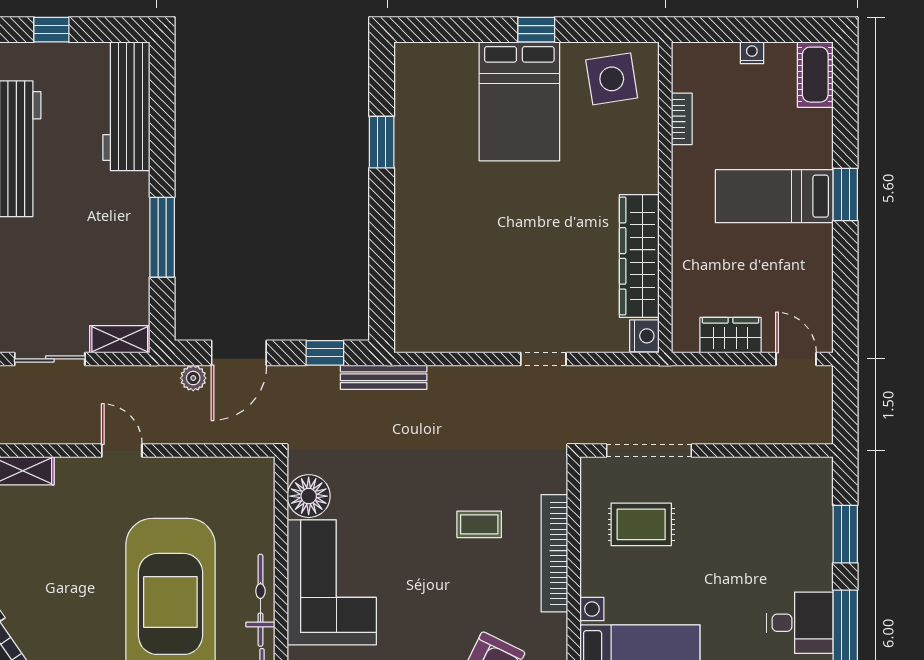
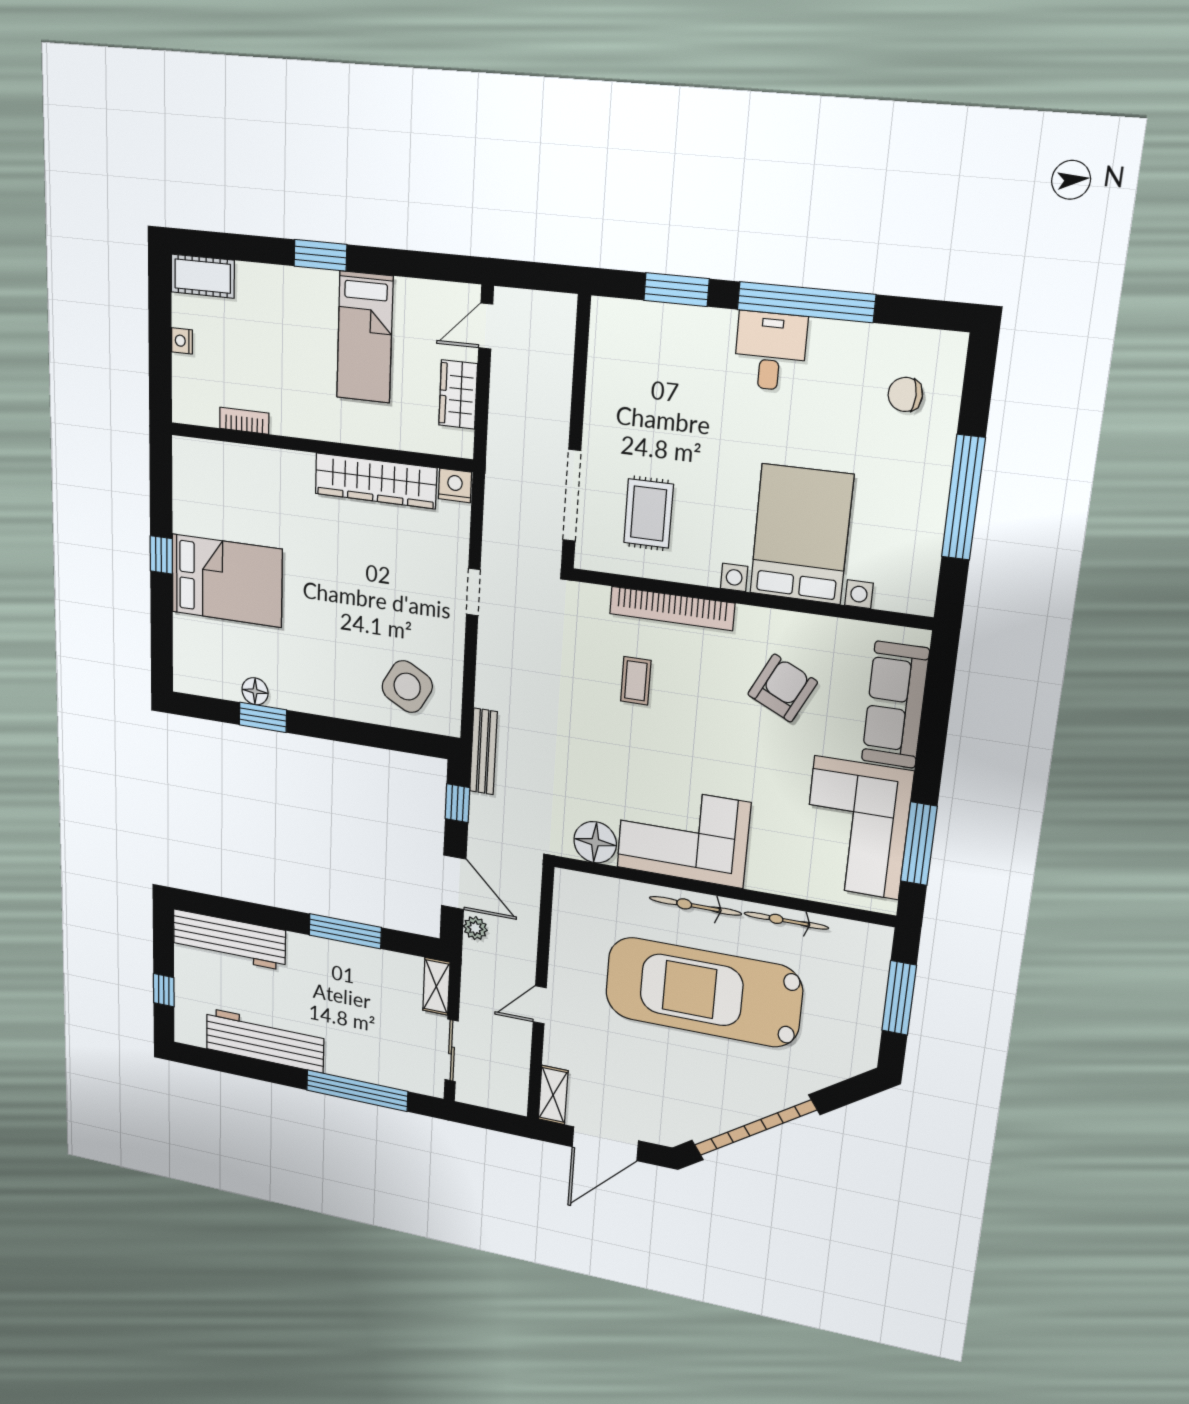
side table: (612, 79) -> (407, 687), moved, turned 38
floor lamp: (408, 133) -> (255, 691), added
bed: (774, 196) -> (365, 337), moved

